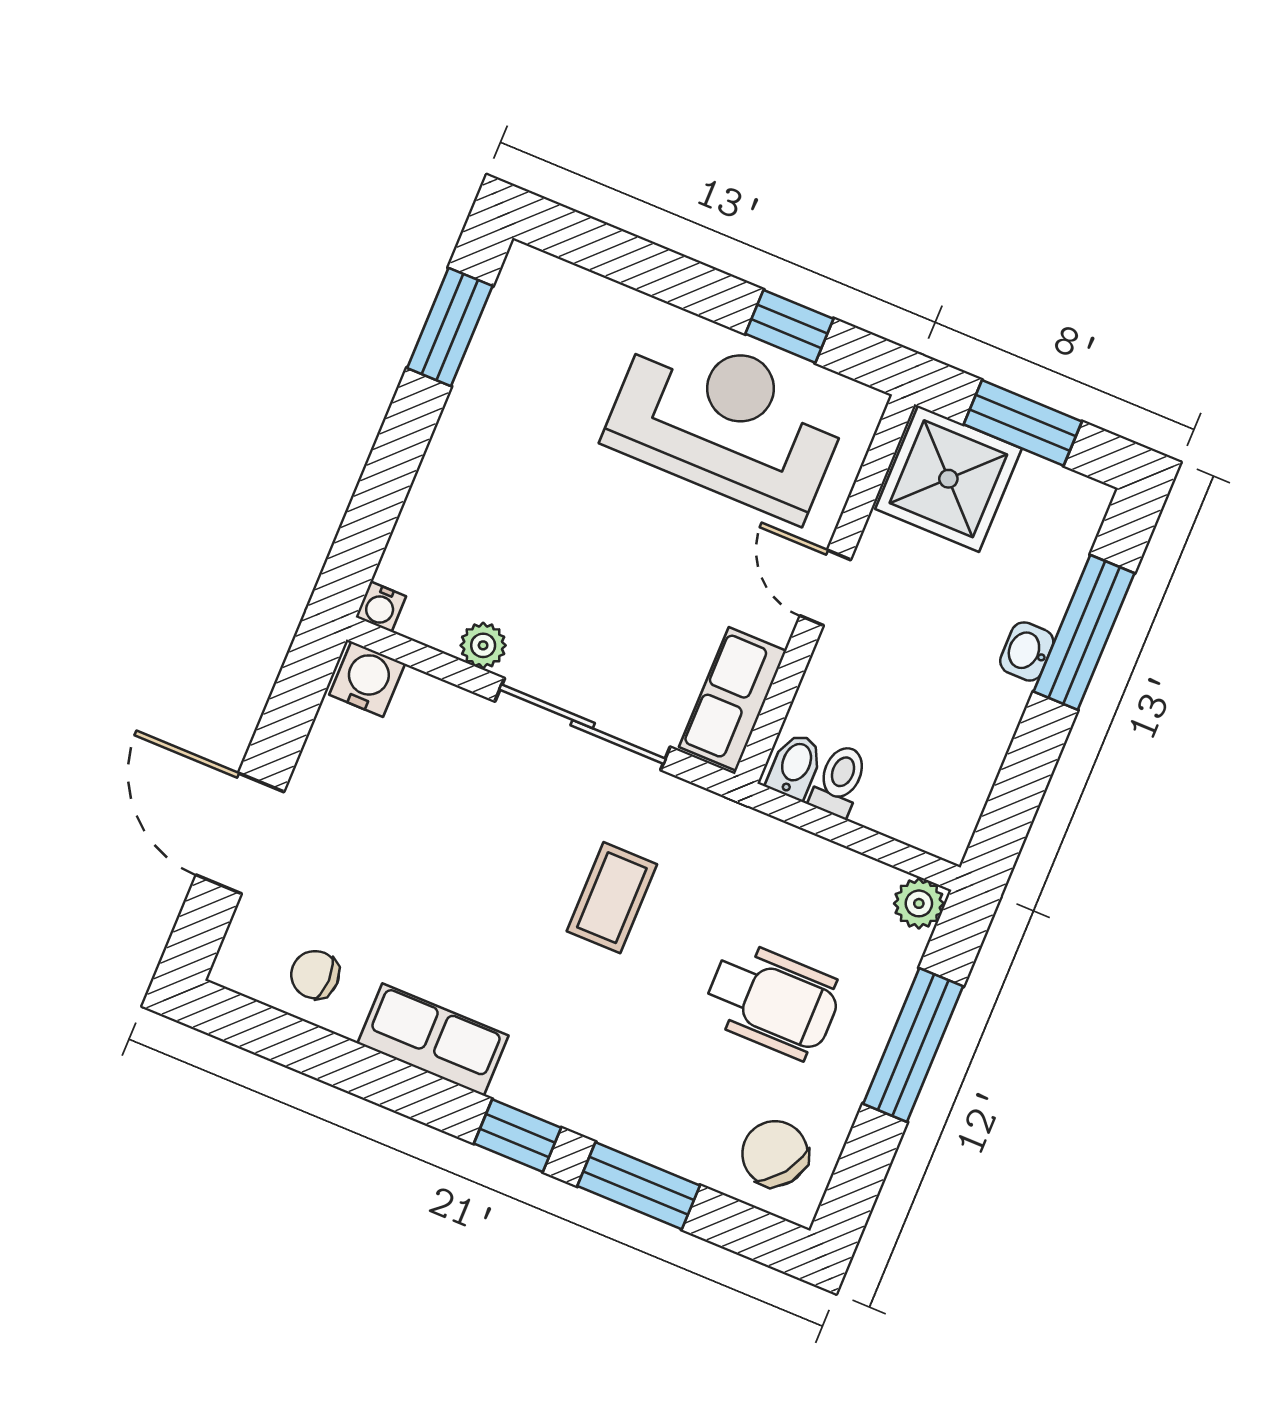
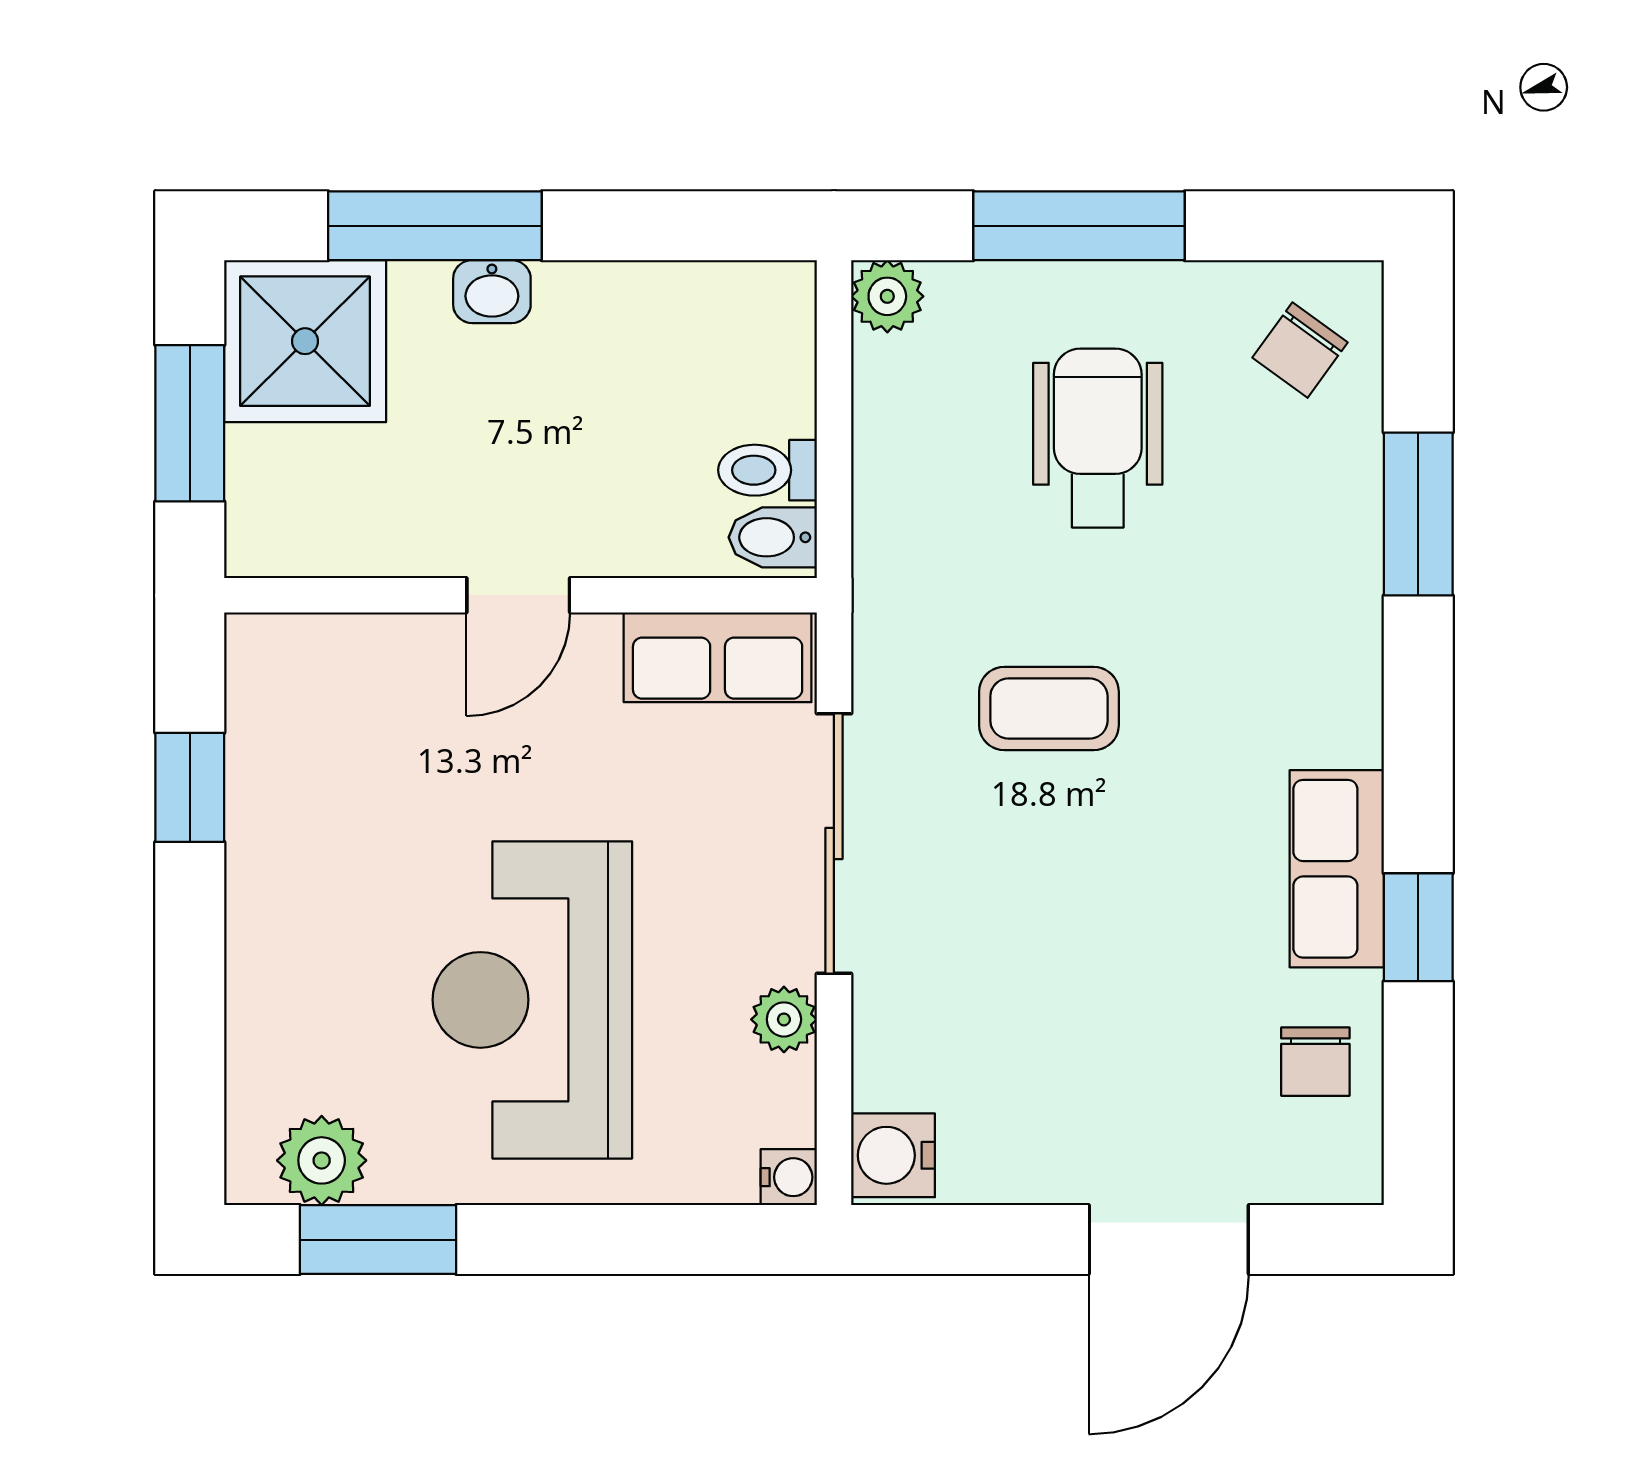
plant: (515, 312) -> (322, 1160), added
reception desk: (727, 422) -> (532, 1000), moved
shower: (948, 479) -> (305, 341), moved
window: (517, 1136) -> (1418, 927), moved
chair: (775, 1154) -> (1300, 350), width x0.73, depth x0.73

